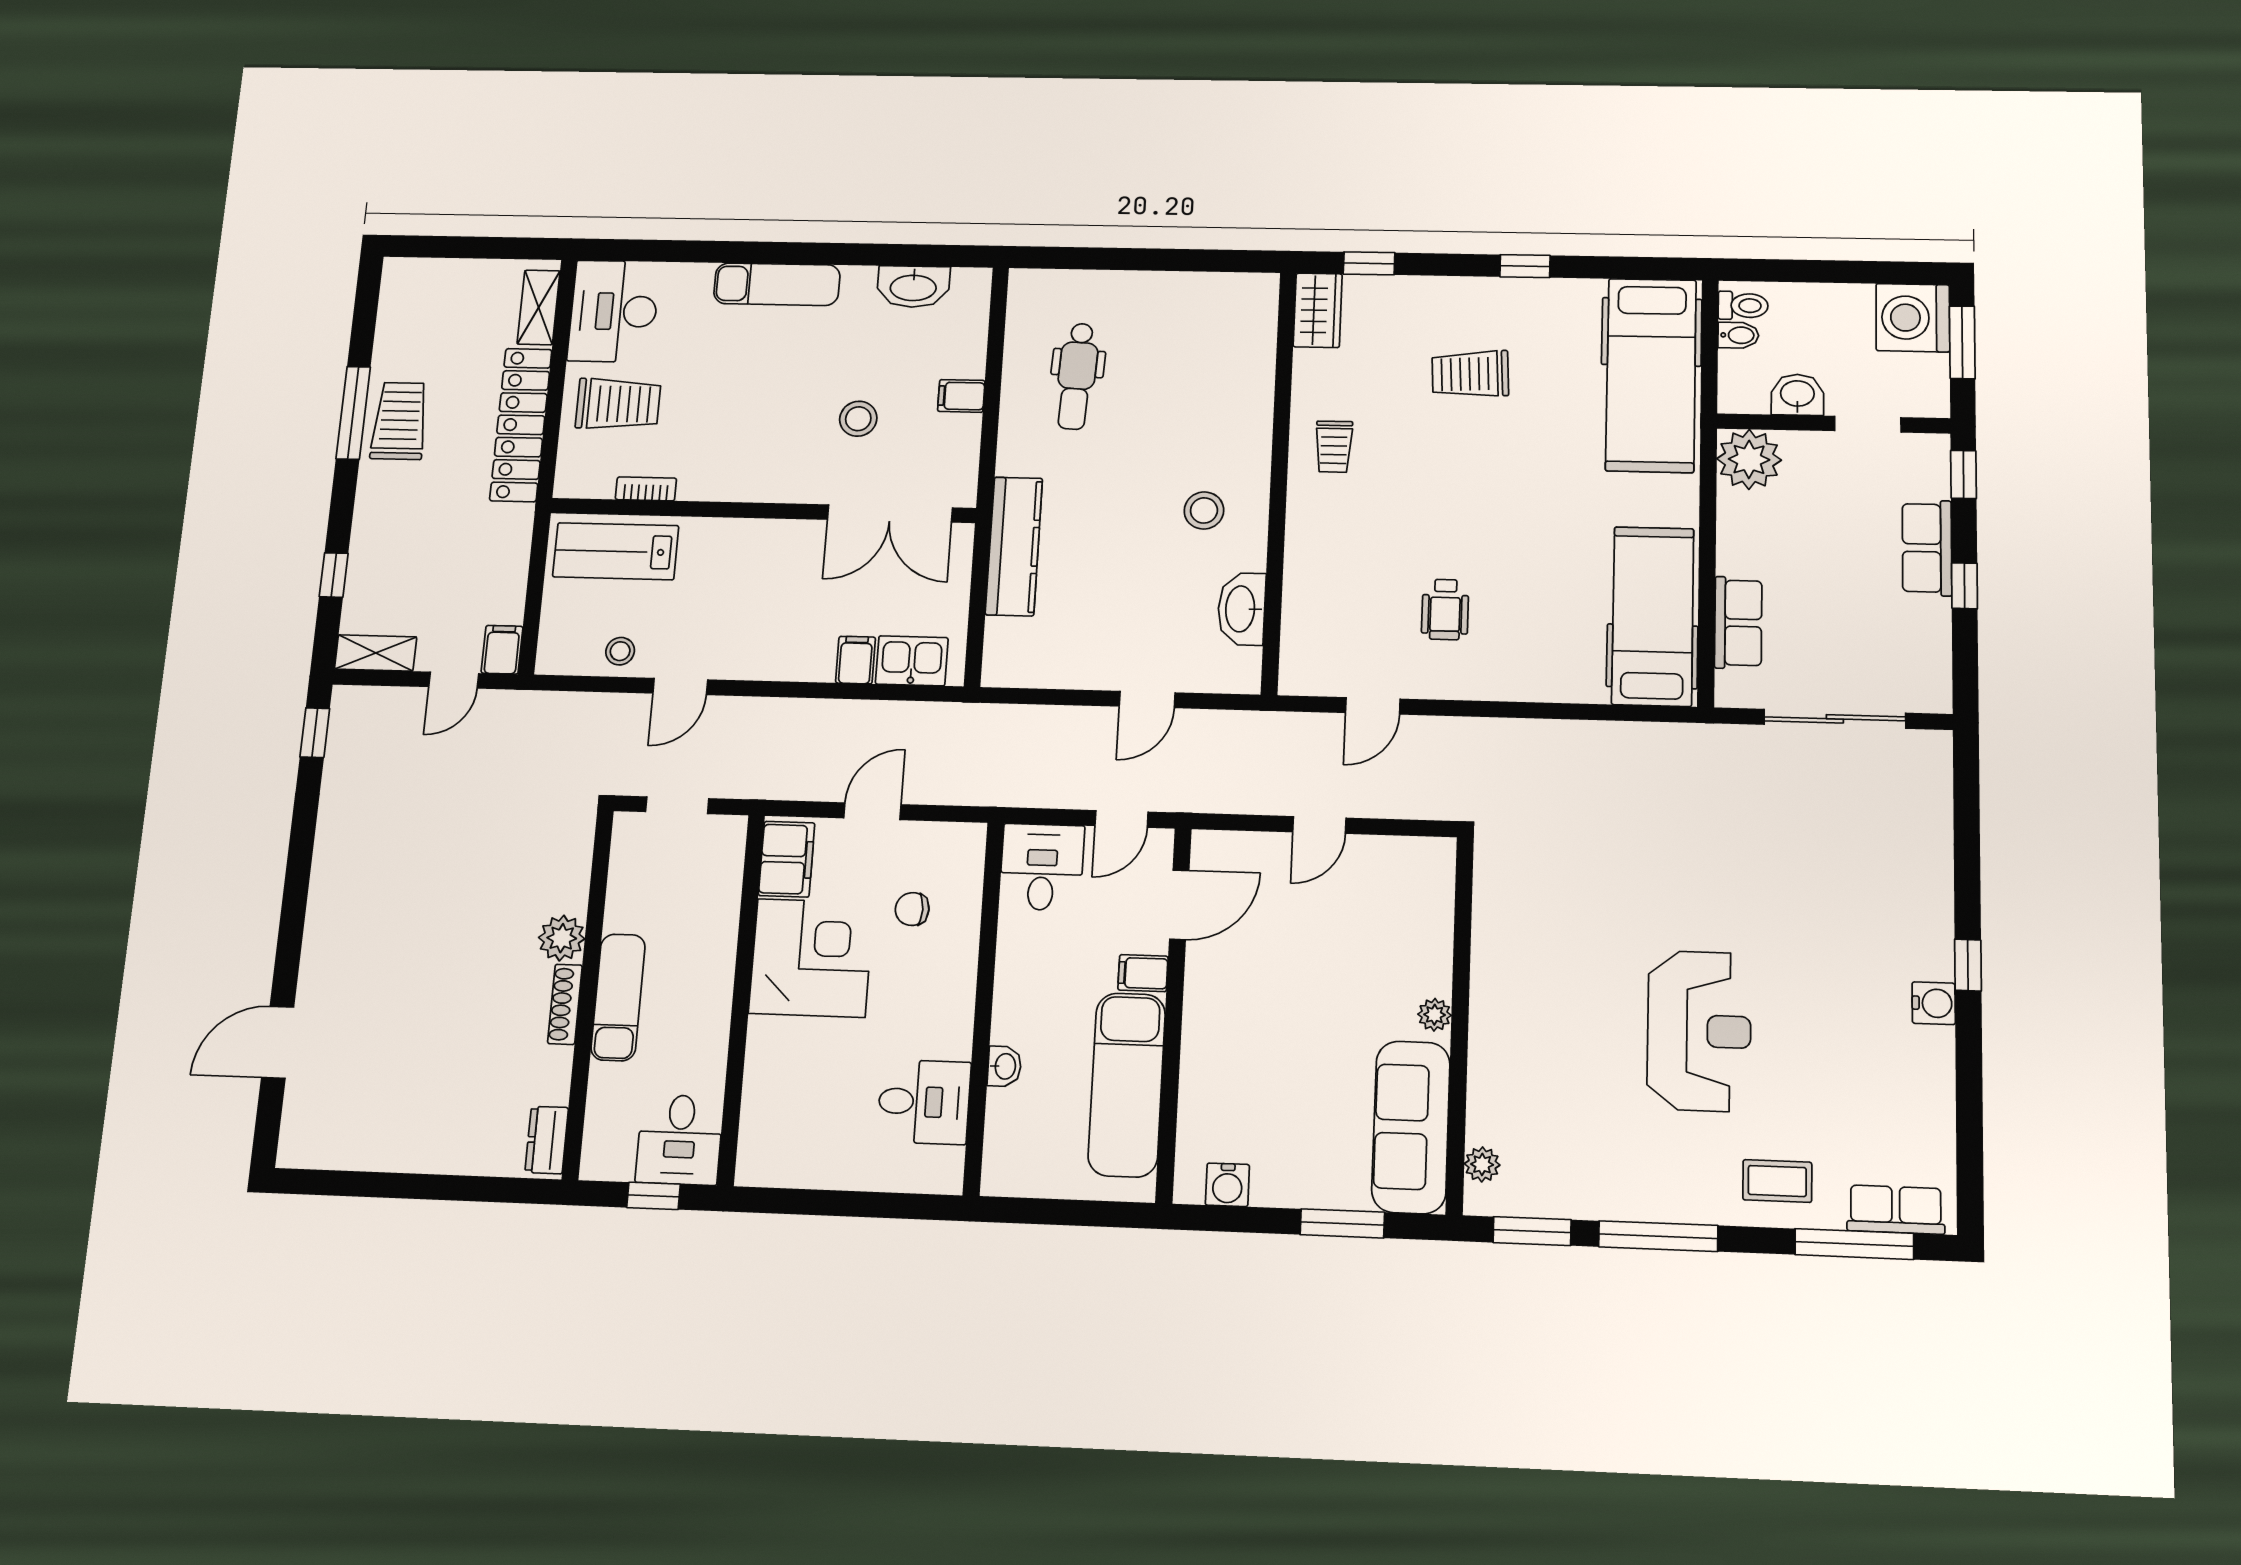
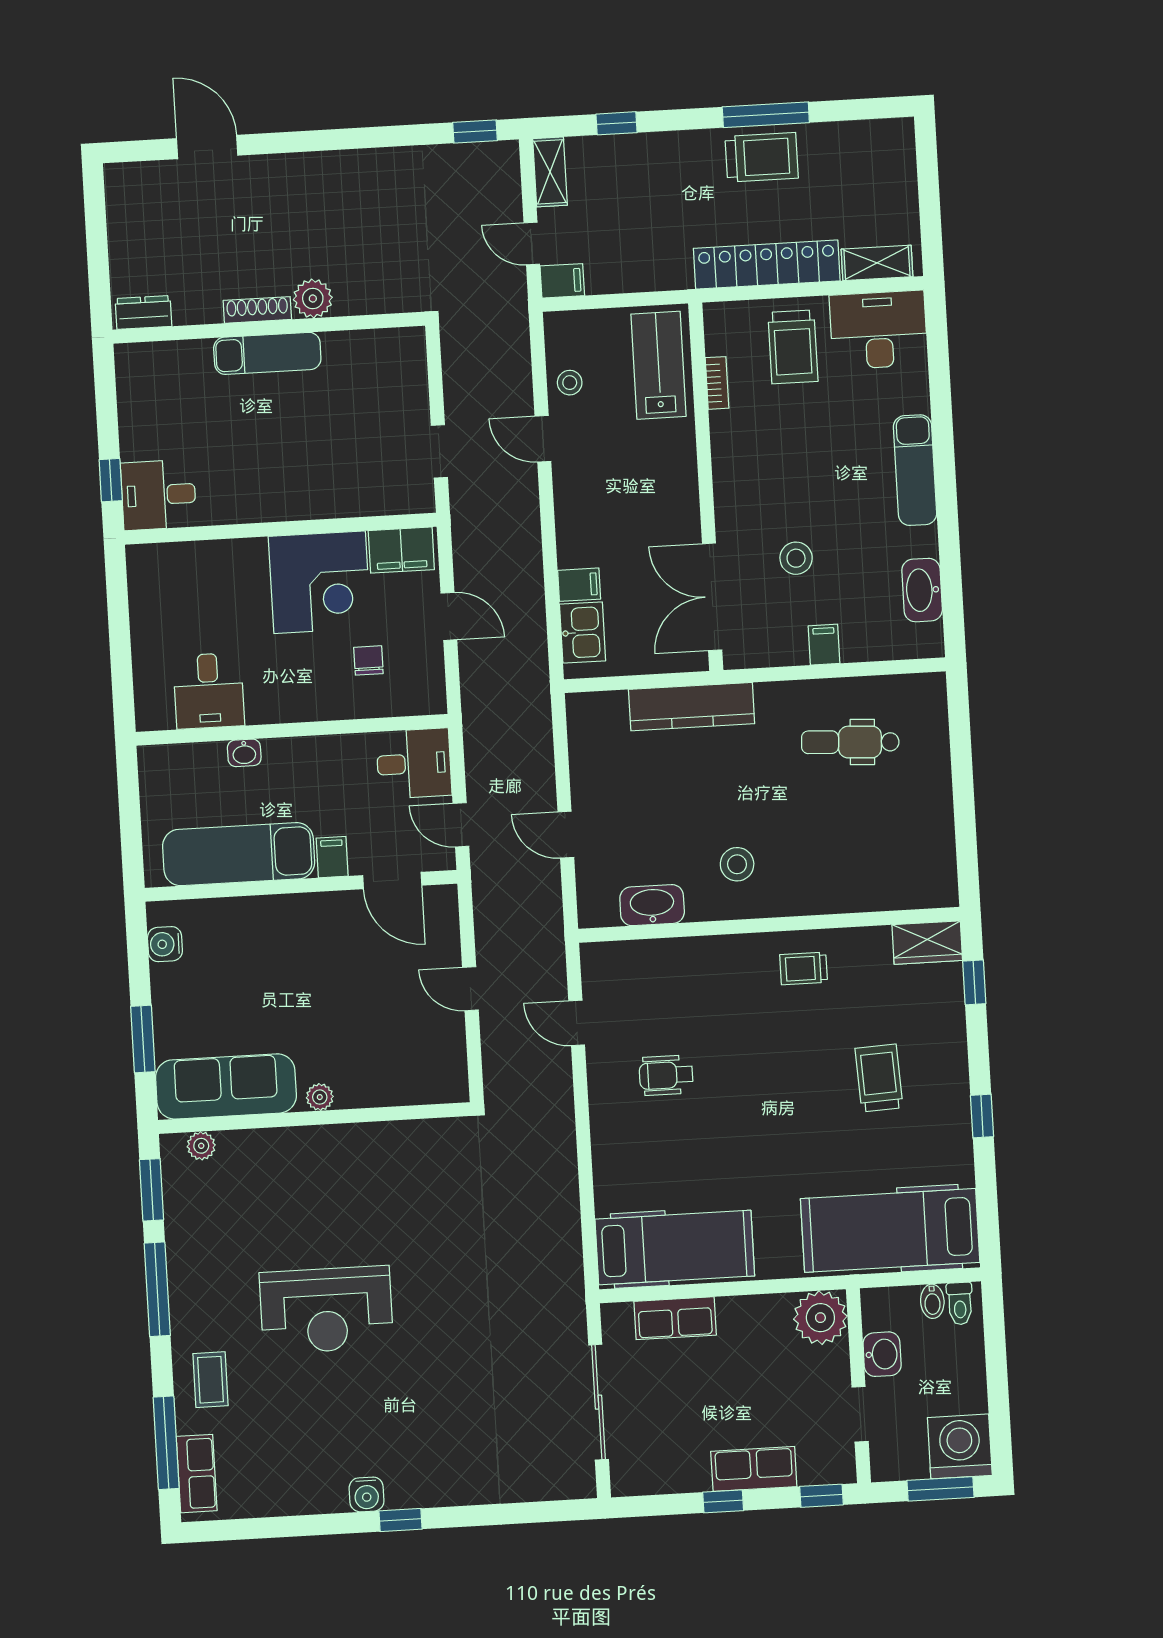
plant: (562, 938) -> (313, 299), moved
wall: (588, 993) -> (269, 328), moved
exam couch: (618, 997) -> (267, 353), moved
shoe rack: (565, 1004) -> (257, 310), moved
dresser: (547, 1140) -> (143, 312), moved

